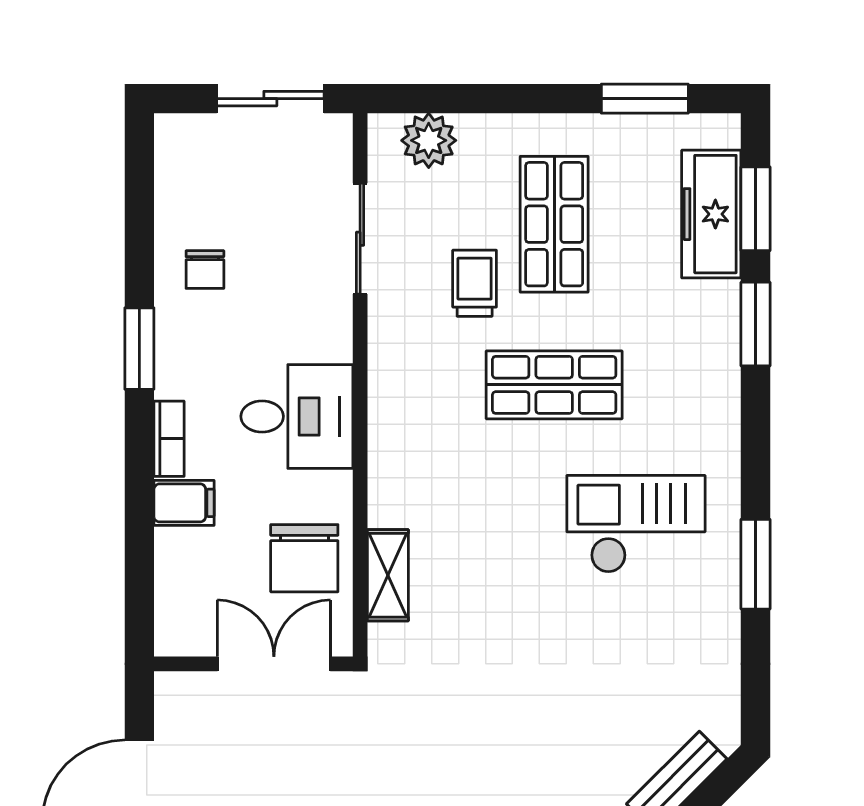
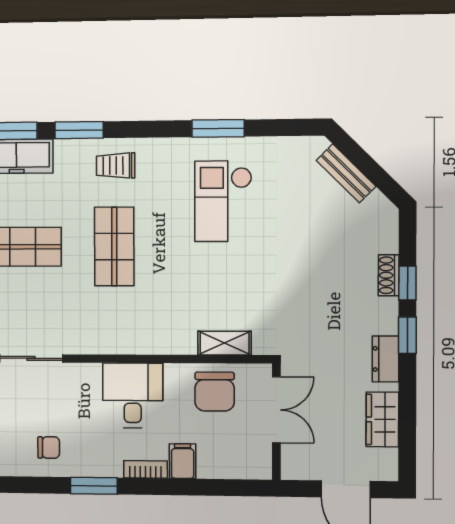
trolley: (475, 283) -> (116, 166), moved
checkout: (636, 524) -> (223, 201), moved
chair: (304, 558) -> (215, 392), turned 90
double door: (274, 664) -> (276, 410), swing flipped

